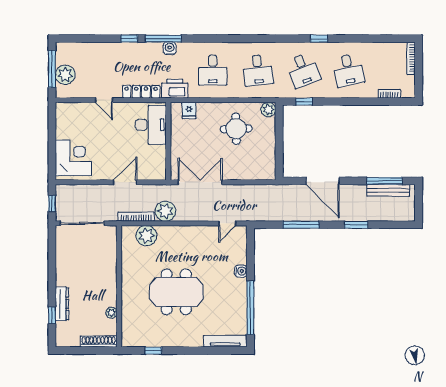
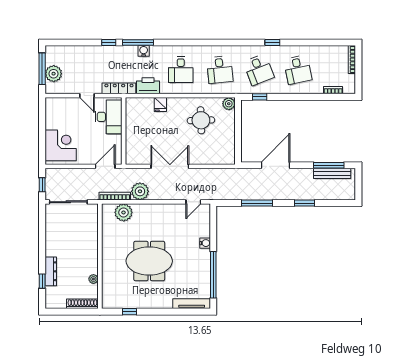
desk: (151, 125) -> (108, 117), moved
wall: (168, 141) -> (124, 131), moved
door: (323, 181) -> (275, 165), swing flipped

